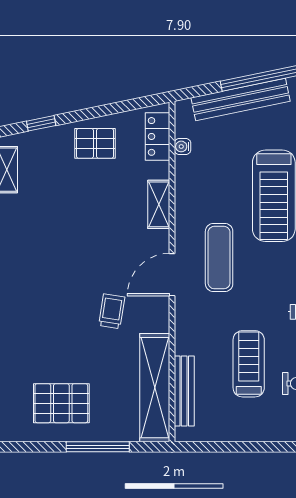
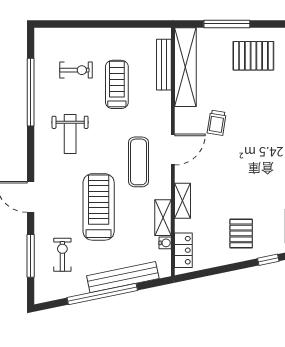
pallet: (95, 143) -> (241, 233), moved, turned 90
shelving: (185, 181) -> (163, 218), added
treadmill: (249, 364) -> (117, 84), turned 180

